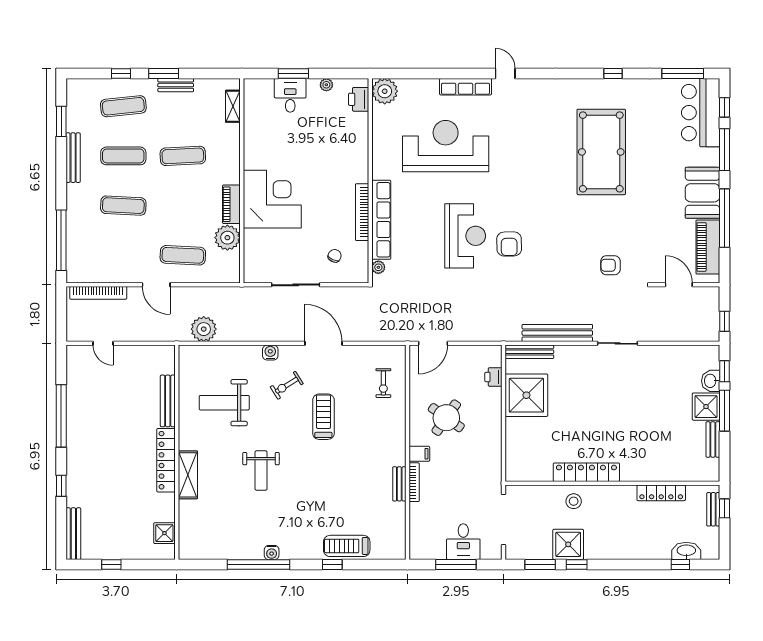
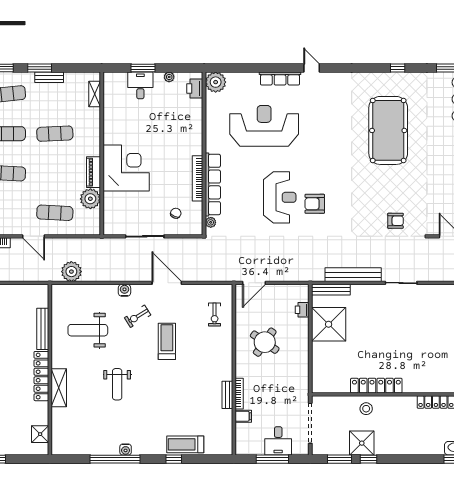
armchair: (509, 244) -> (315, 204), turned 91
armchair: (610, 265) -> (395, 221), turned 180
filing cabinet: (419, 454) -> (243, 416), moved

